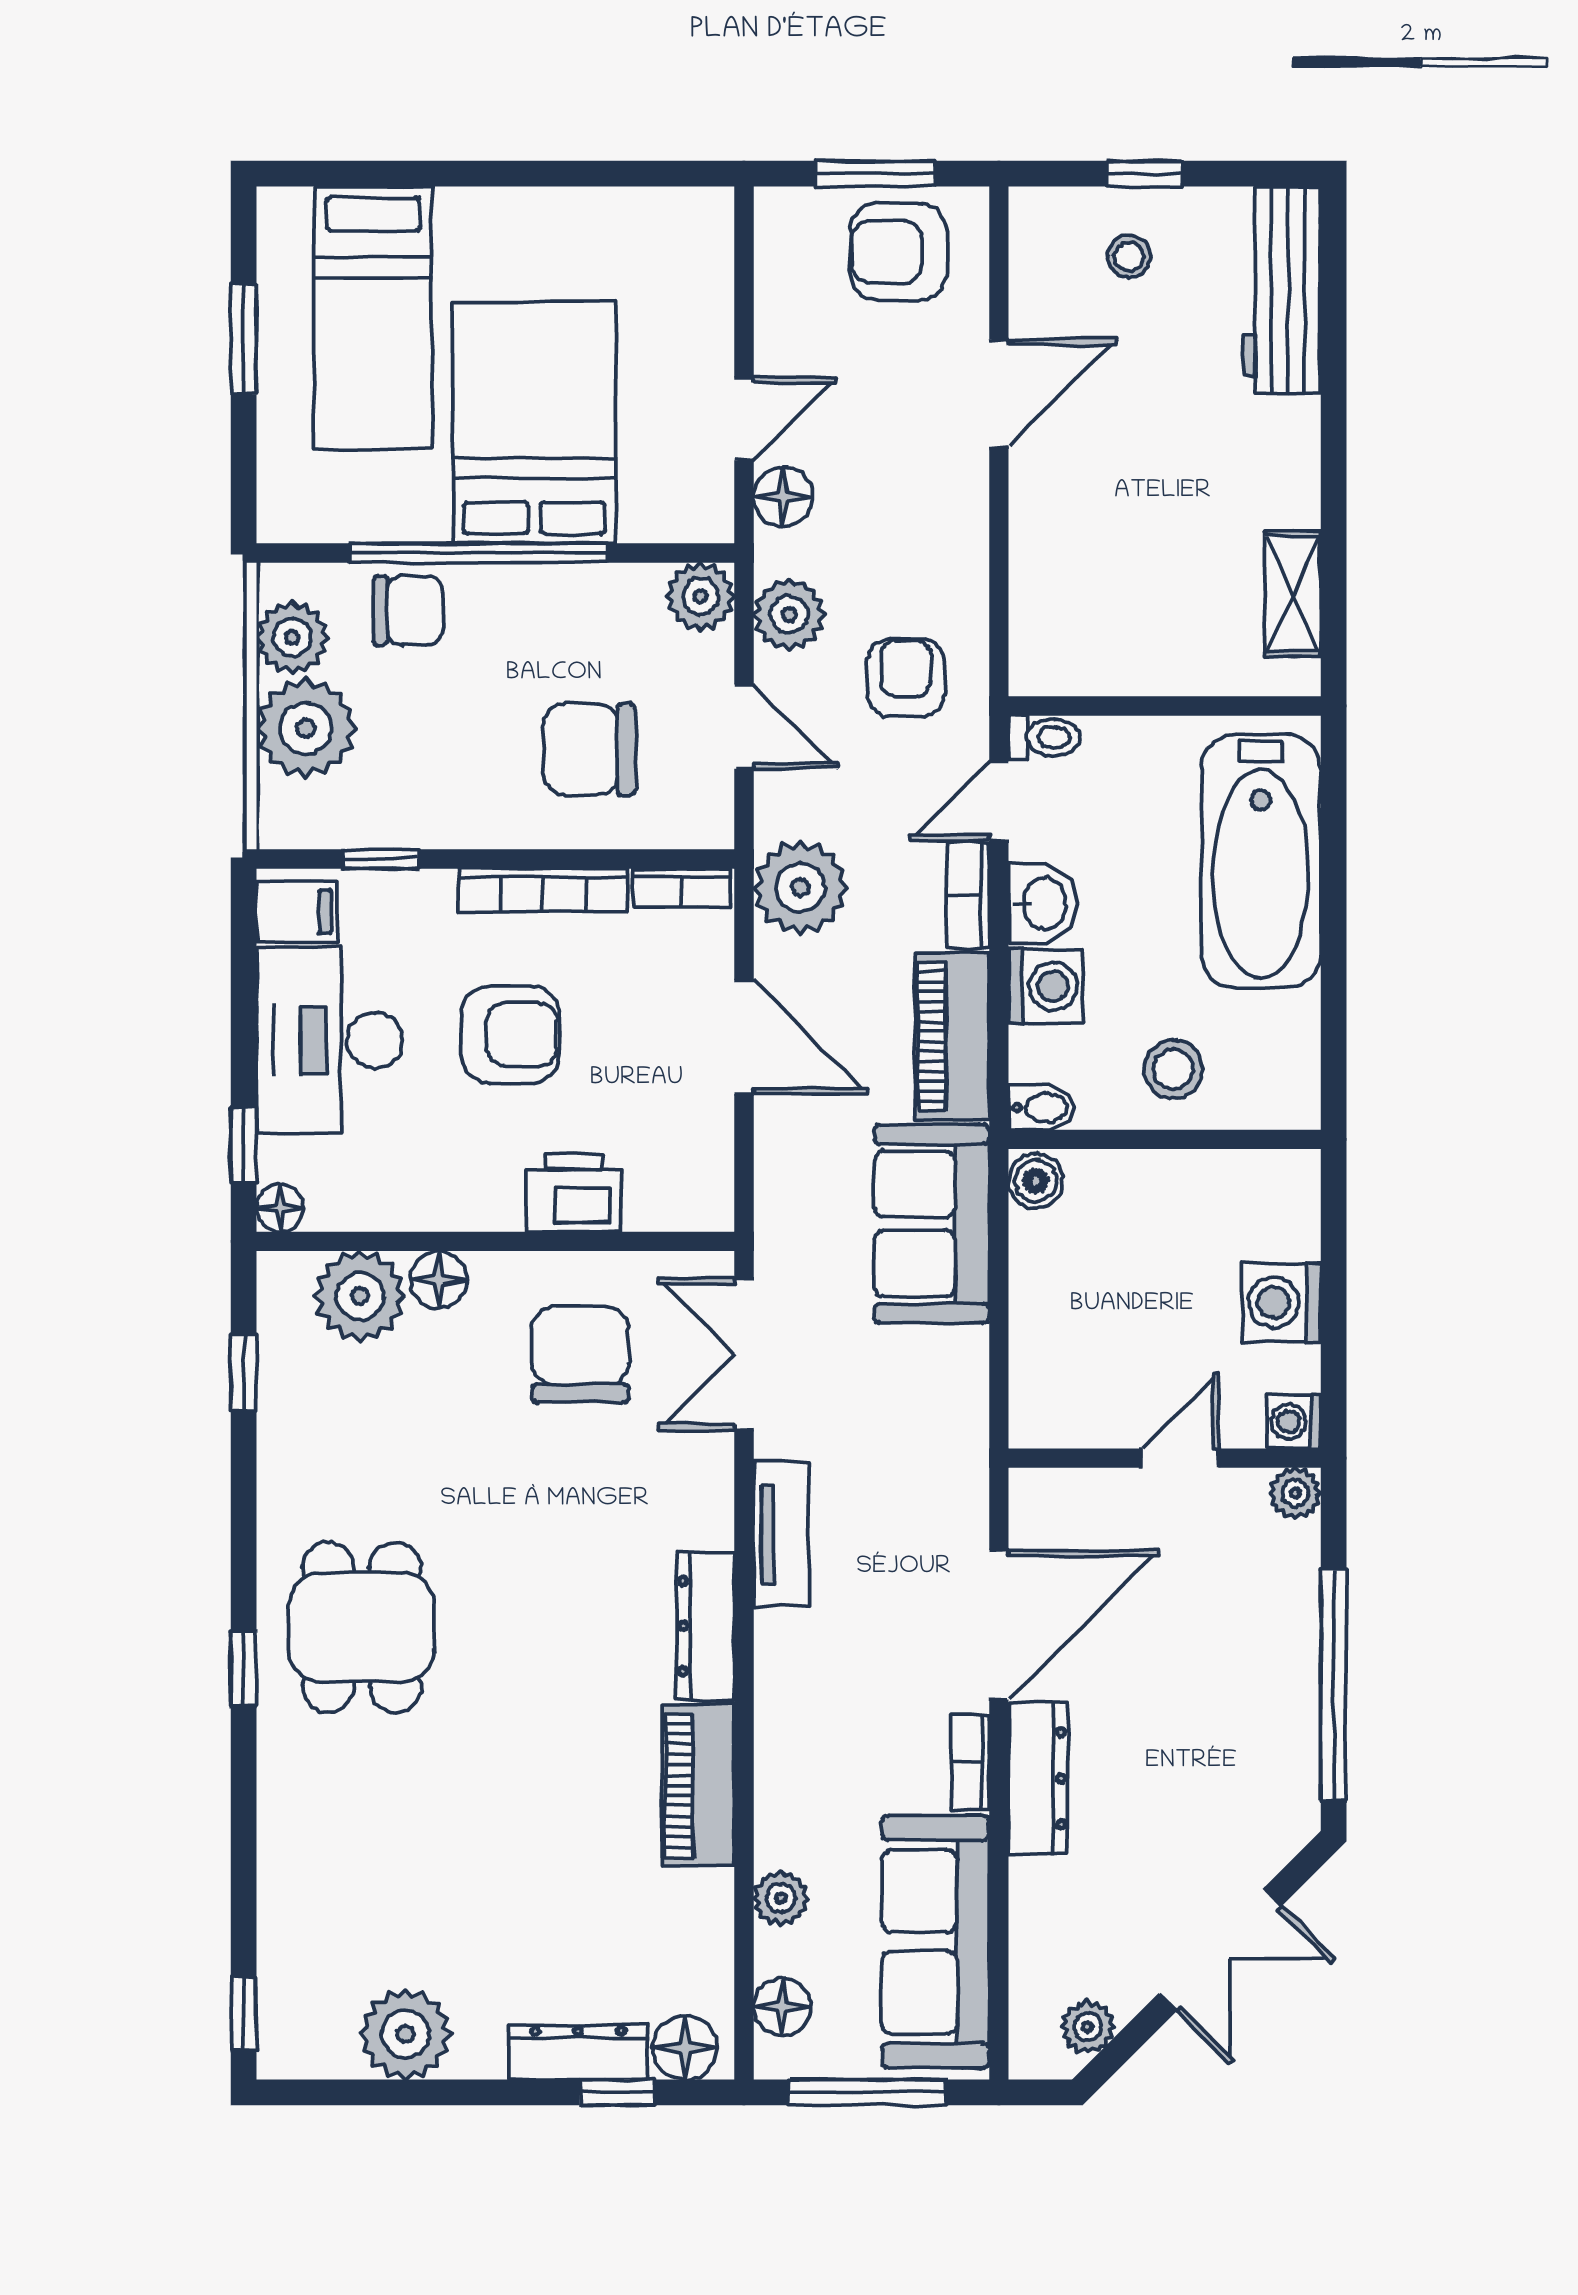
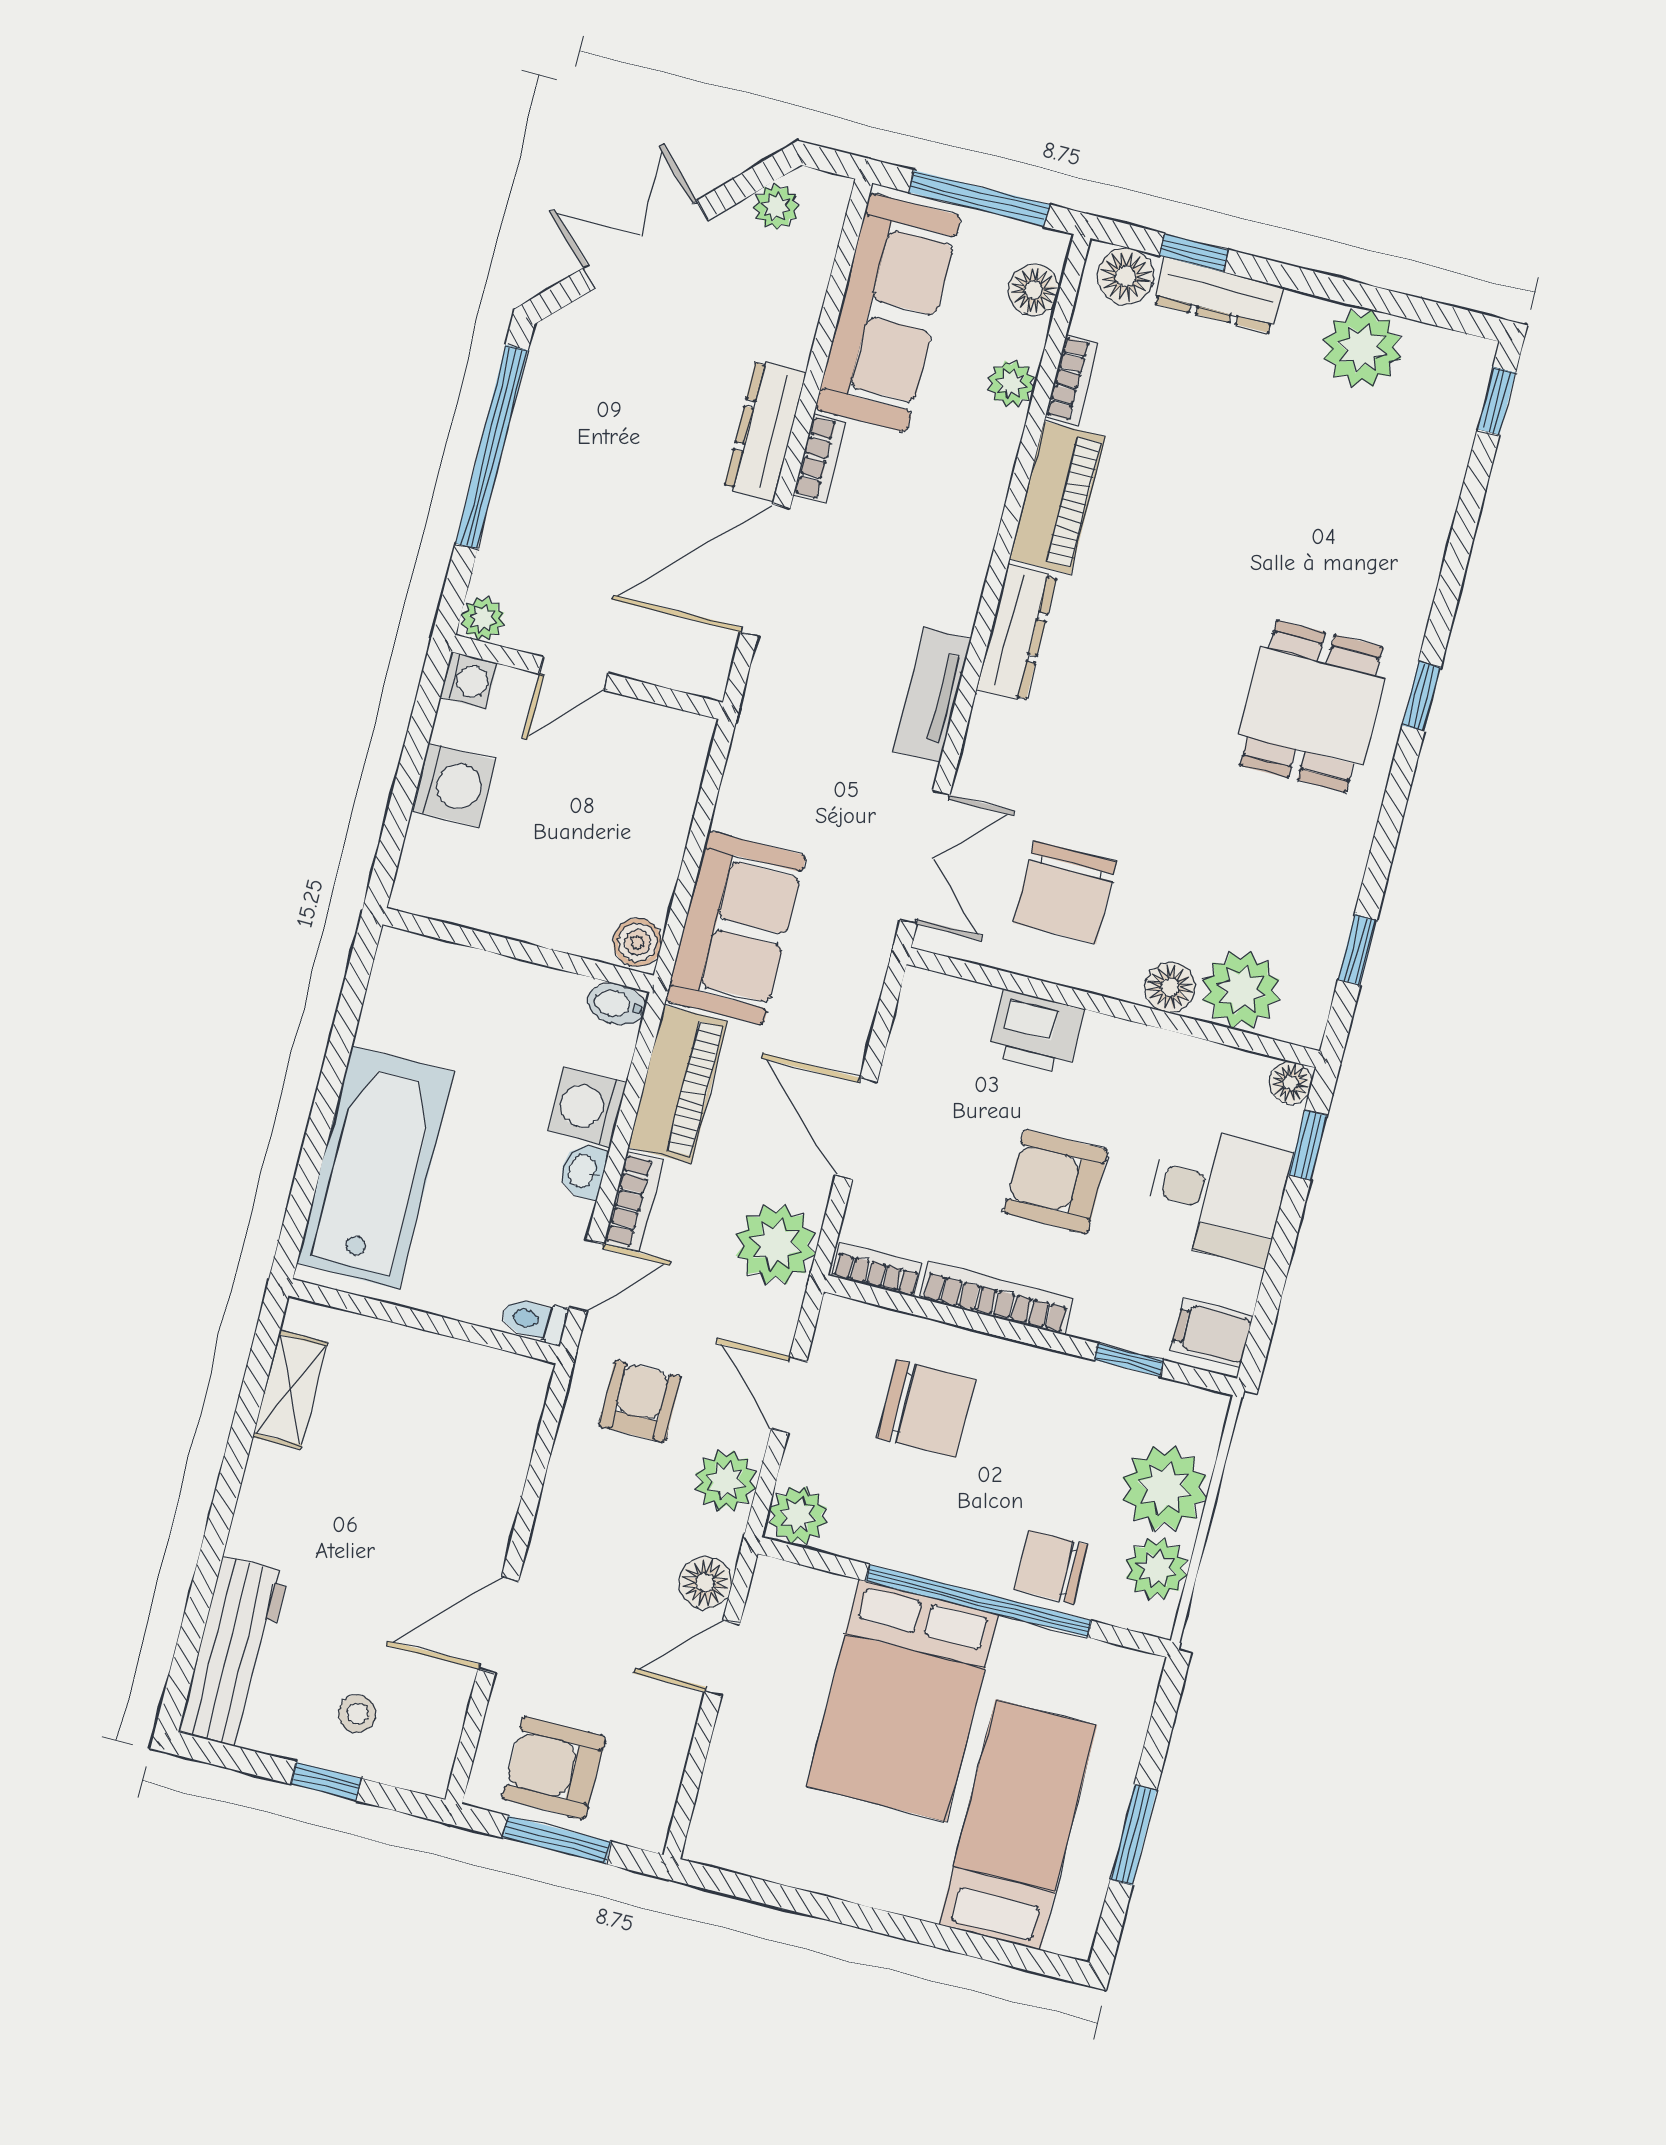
armchair: (898, 252) -> (554, 1768), turned 180
armchair: (906, 678) -> (640, 1401), turned 180
washbasin: (1043, 903) -> (583, 1171), width x0.72, depth x0.69
desk: (330, 1040) -> (1217, 1194), width x0.73
stool: (1173, 1069) -> (496, 1008), removed
bookcase: (715, 1919) -> (1072, 380), added

